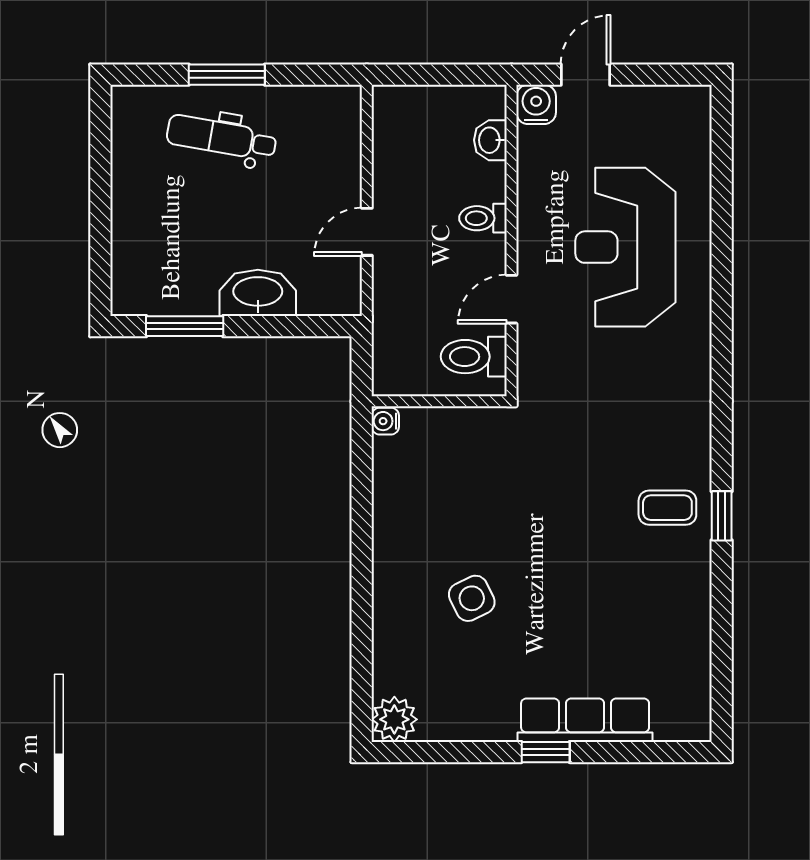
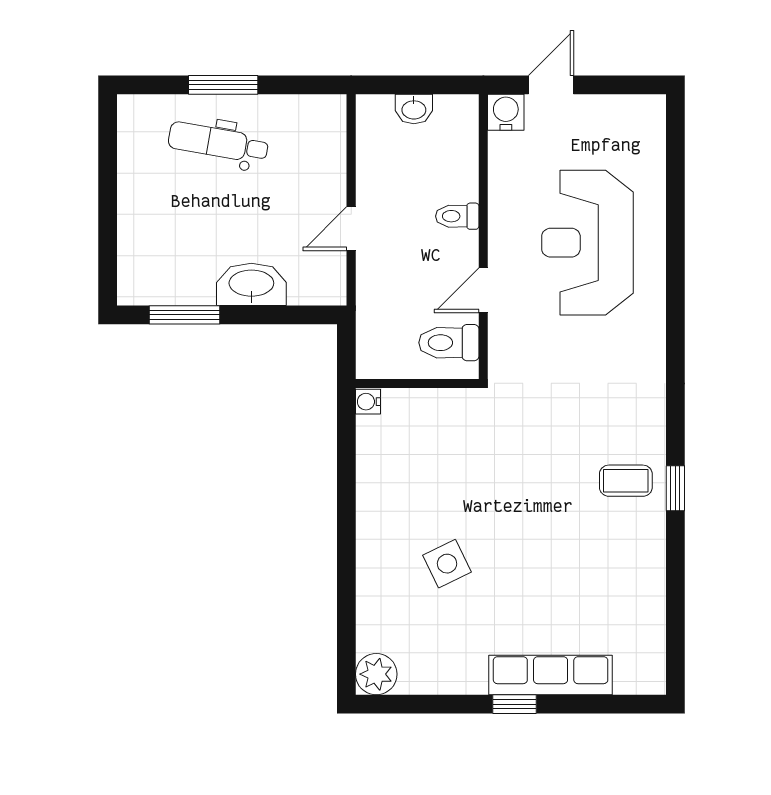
washbasin: (490, 140) -> (414, 109), moved, turned -90

